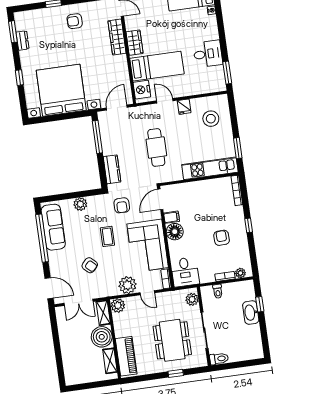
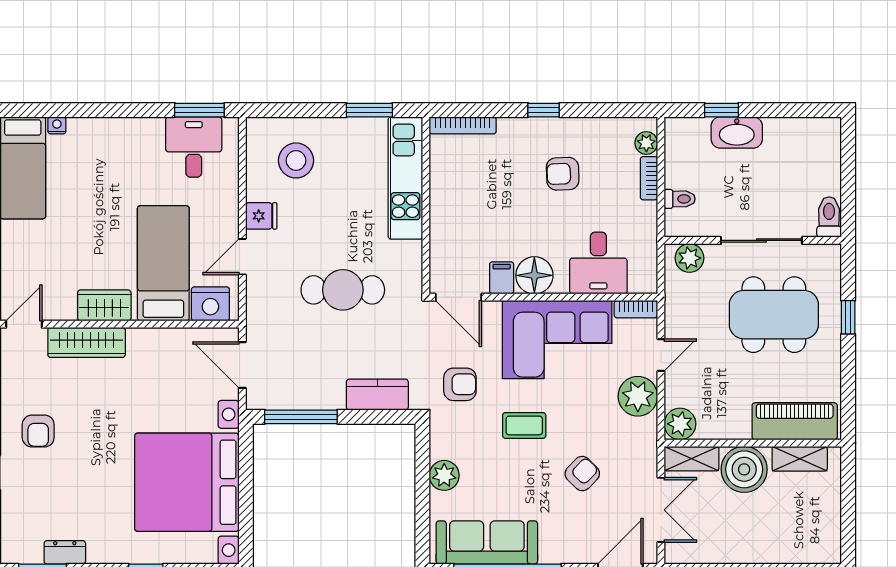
desk: (208, 54) -> (194, 147), moved
desk: (185, 272) -> (598, 263), moved, turned 90

